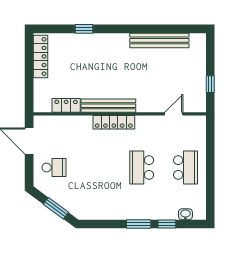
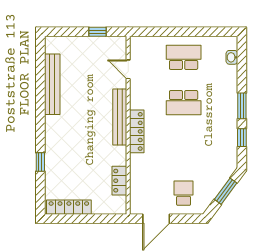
bench: (108, 106) -> (120, 117), moved
window: (167, 224) -> (242, 138), moved

